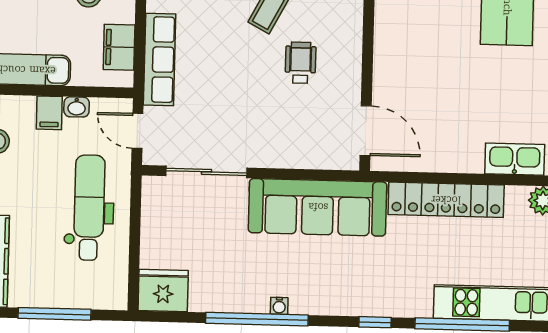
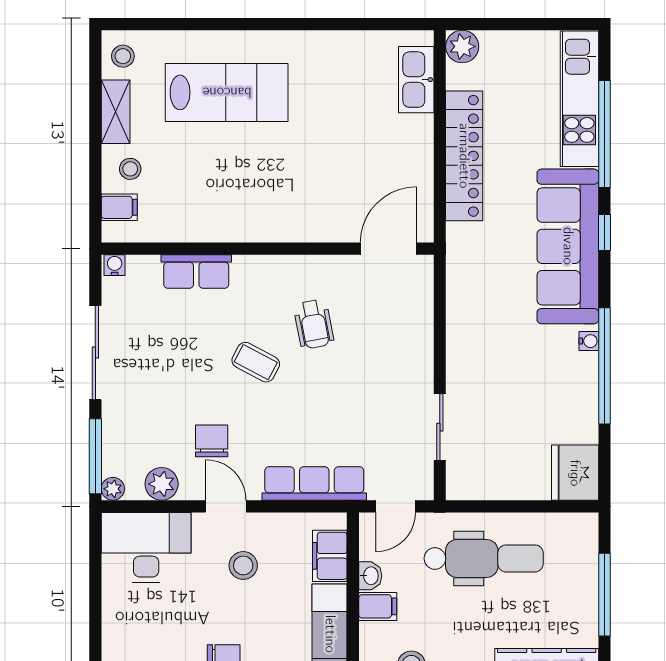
filing cabinet: (119, 47) -> (330, 556), moved, turned 90
wheelchair: (301, 63) -> (314, 324), turned -101
sliding door: (206, 172) -> (440, 427), width x0.73
sofa: (318, 207) -> (568, 246), moved, turned 180
dental chair: (89, 208) -> (484, 558), turned 180

